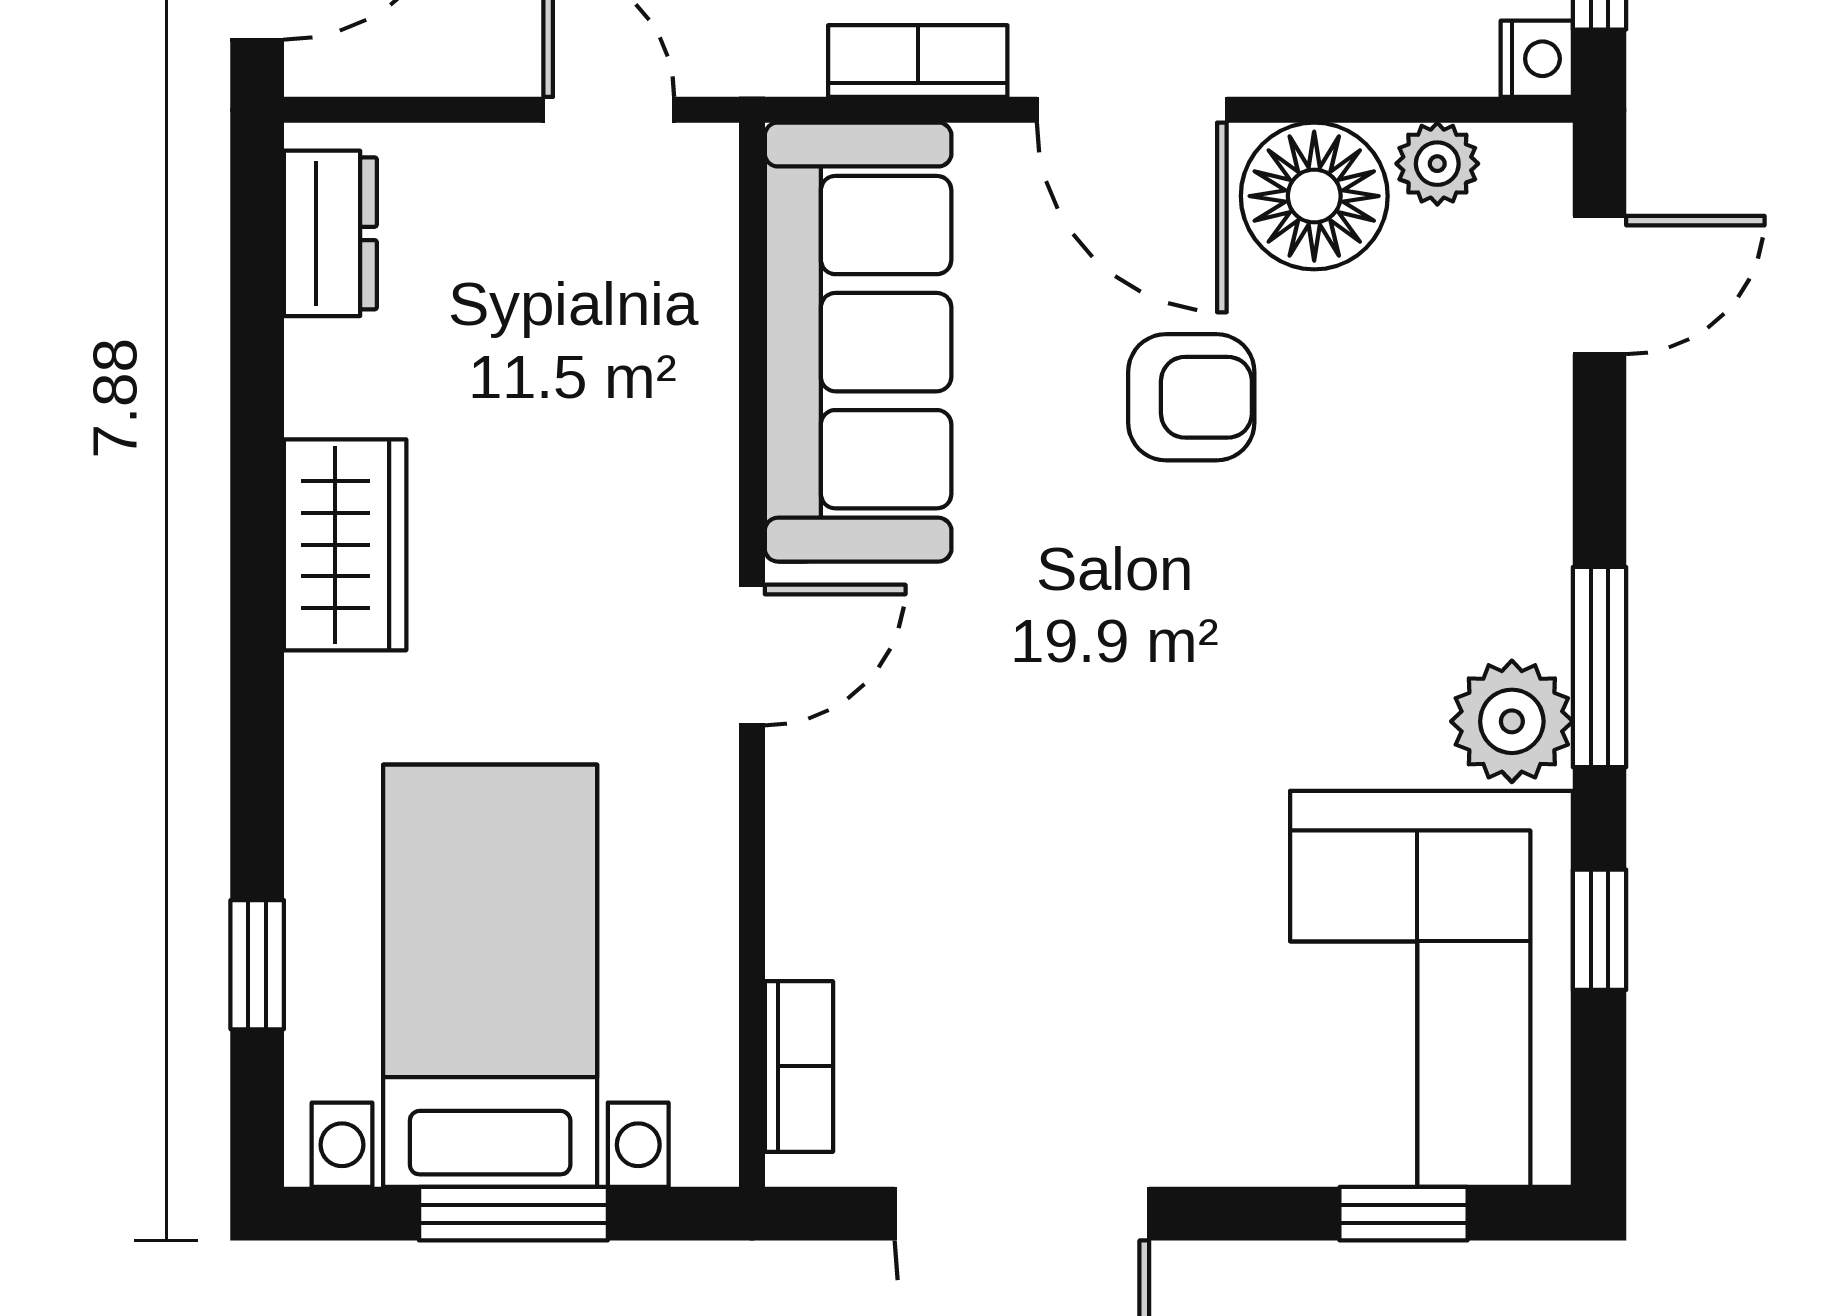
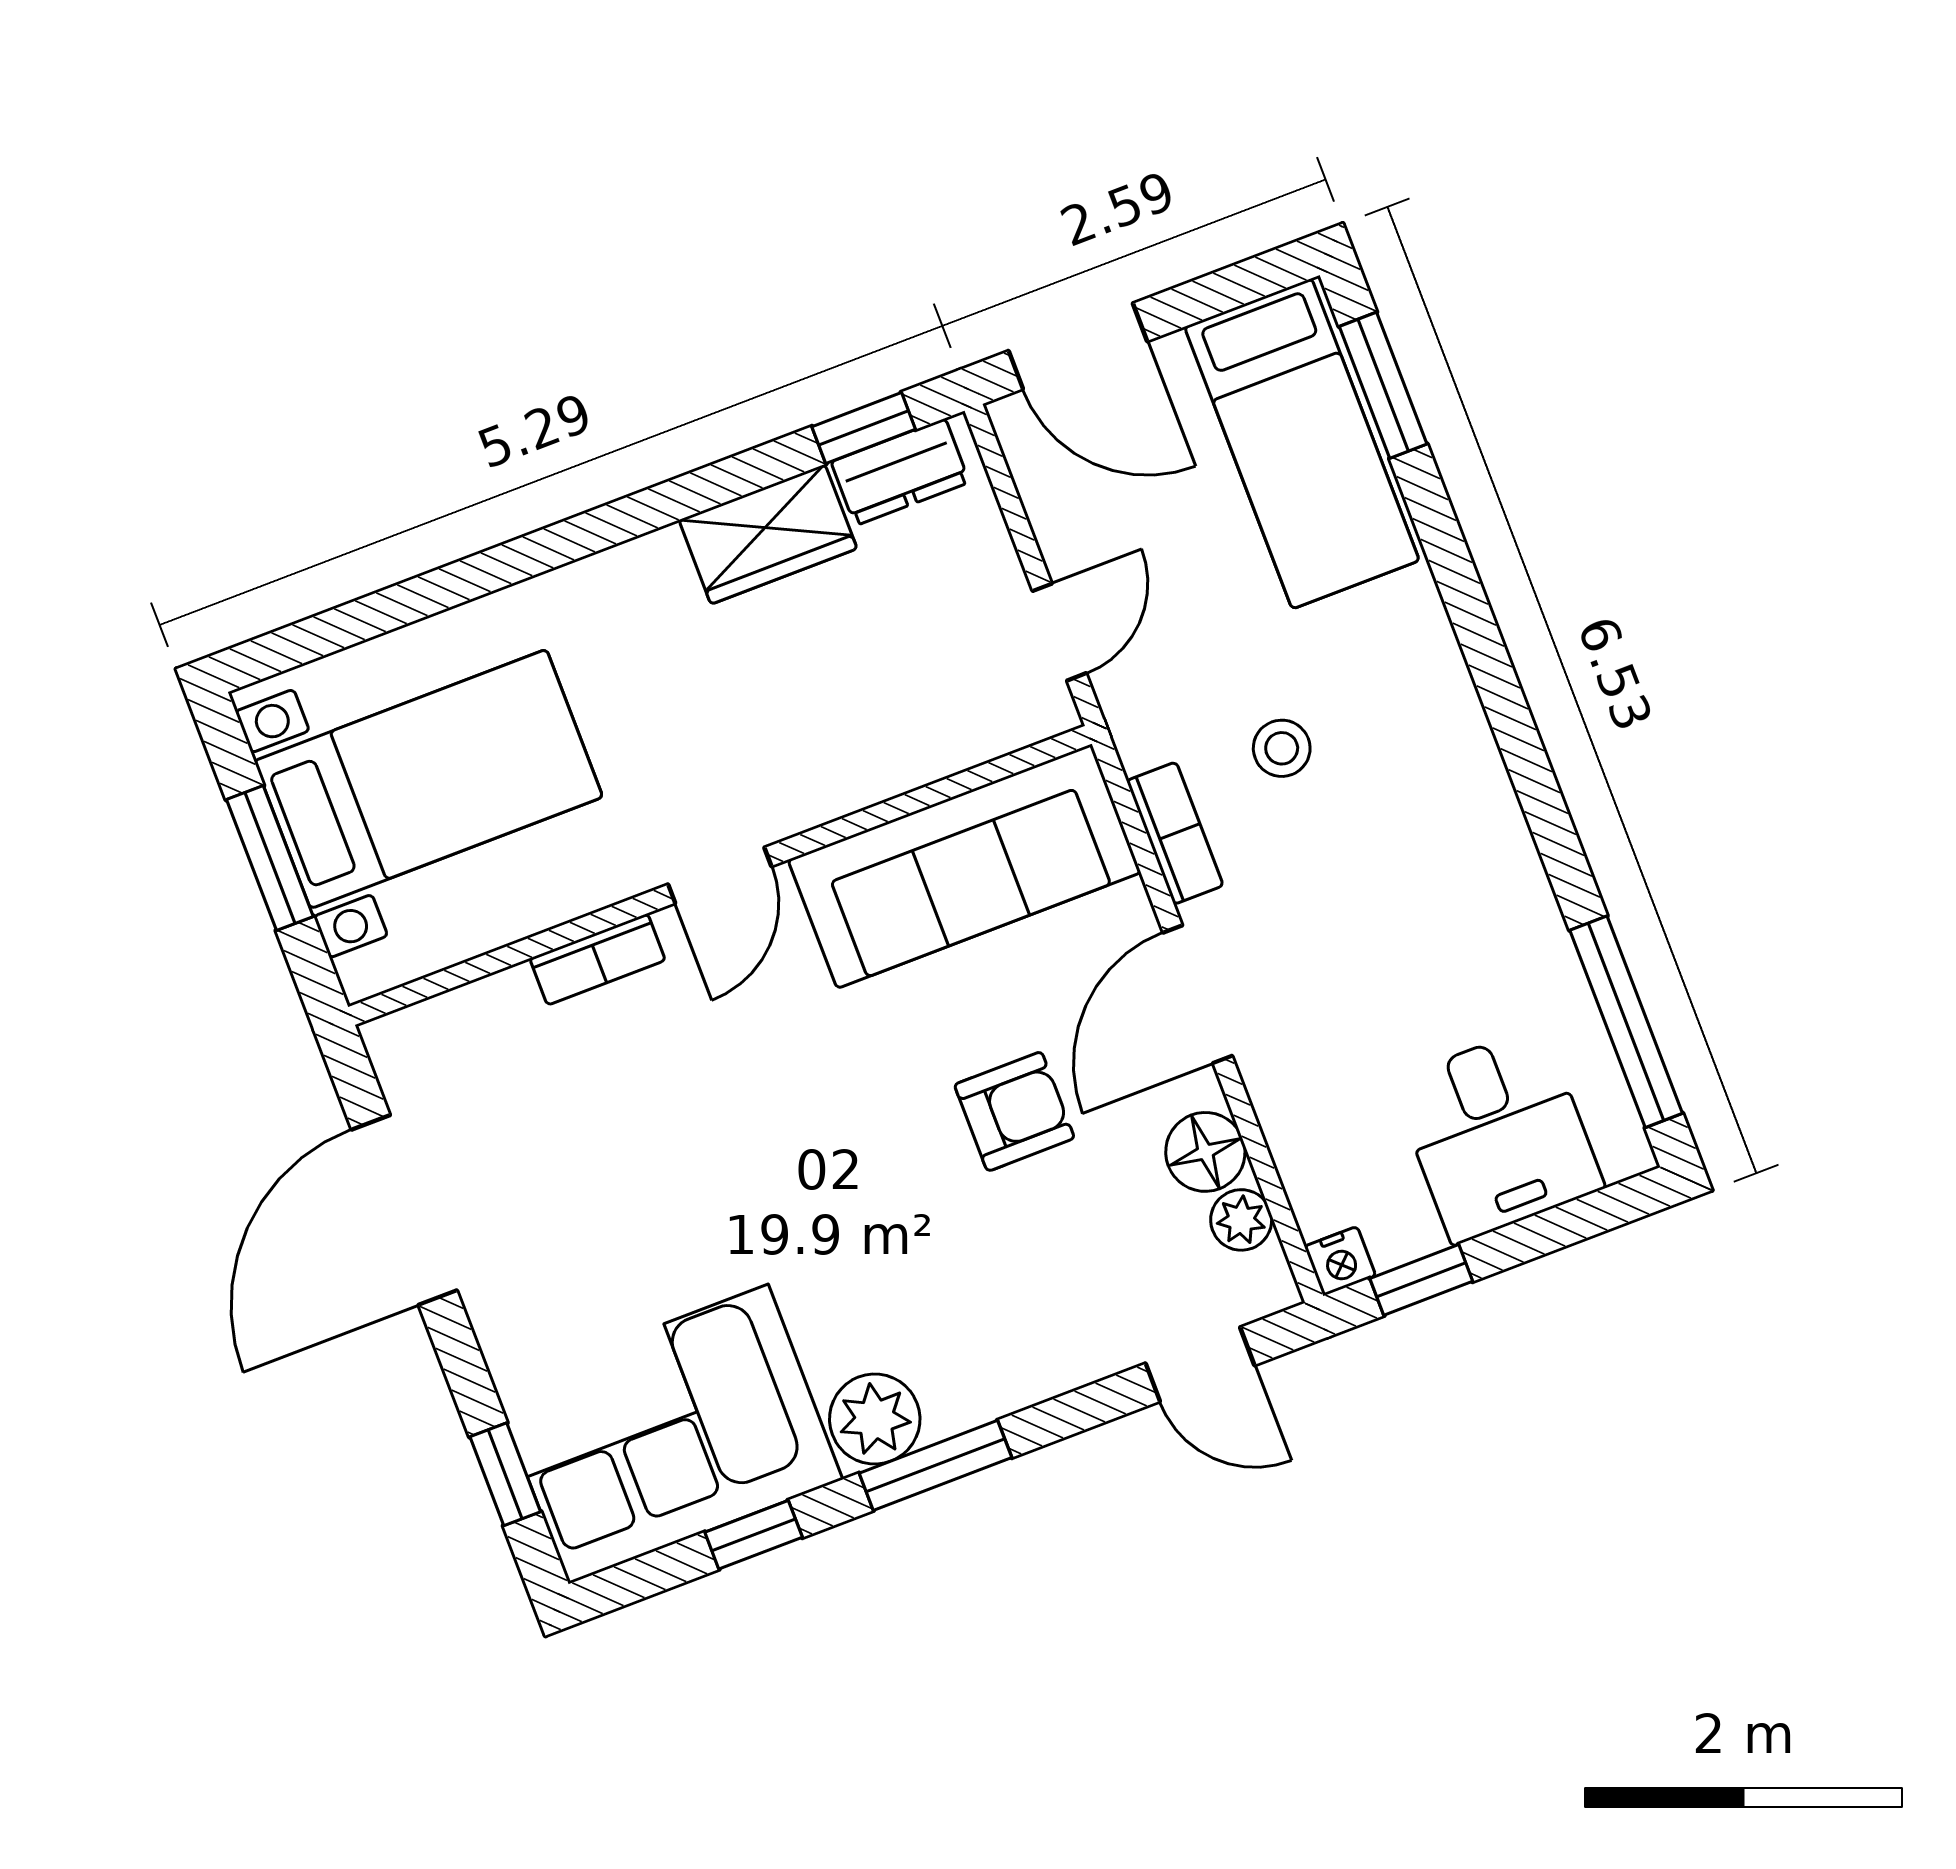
floor lamp: (1314, 196) -> (1205, 1152), width x0.73, depth x0.73
armchair: (1191, 397) -> (1014, 1111), turned -90
wardrobe: (345, 545) -> (768, 534), moved
door: (752, 655) -> (720, 875), hinge flipped
window: (257, 965) -> (864, 428), moved
bookcase: (799, 1066) -> (597, 959), moved

